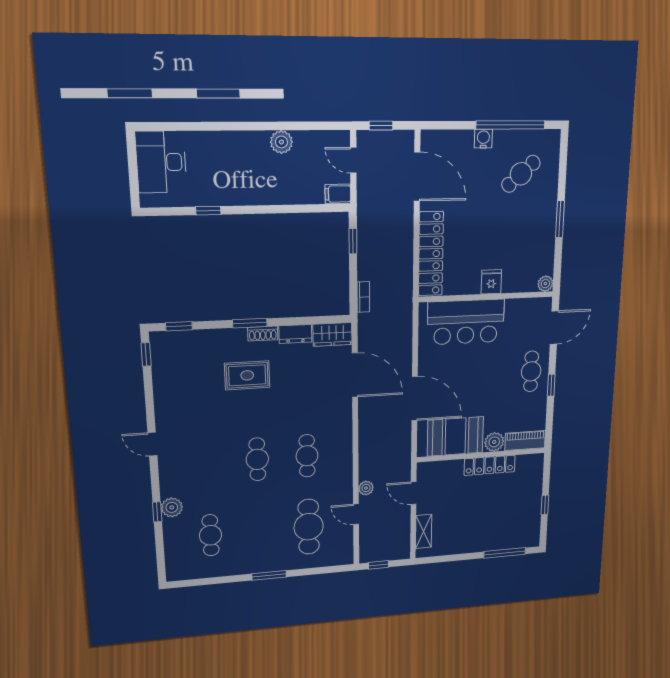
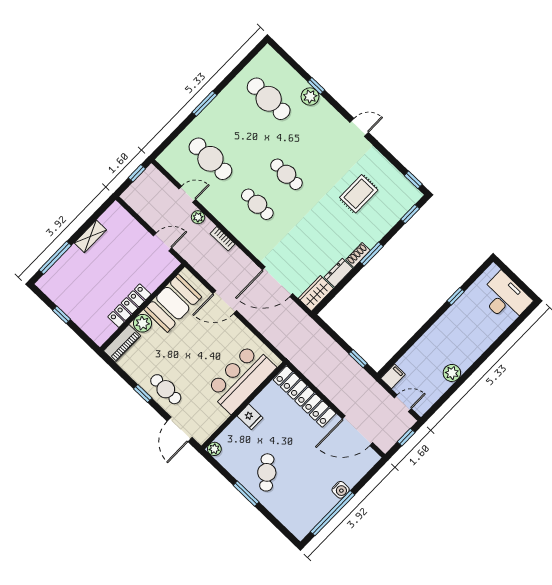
cafe table: (521, 174) -> (267, 472), moved
bookcase: (363, 297) -> (222, 239), moved
rug: (247, 375) -> (359, 194), moved
door: (415, 399) -> (225, 302), width x0.73
shelving: (424, 531) -> (90, 236), moved, turned 90
cafe table: (211, 535) -> (269, 99), width x1.37, depth x1.35

